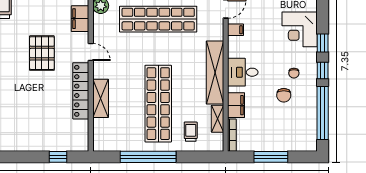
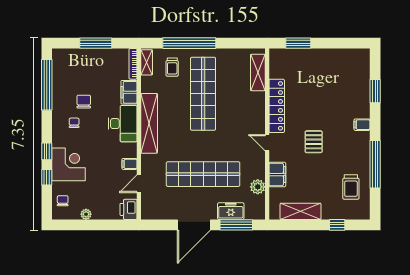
pallet: (42, 53) -> (314, 142), width x0.67, depth x0.71
window: (323, 70) -> (47, 177), moved
desk: (243, 72) -> (123, 124), width x1.37
shelving: (101, 98) -> (258, 72), moved
shelving: (217, 119) -> (147, 62), moved
window: (58, 157) -> (298, 43), width x1.50
window: (148, 157) -> (189, 43), moved

